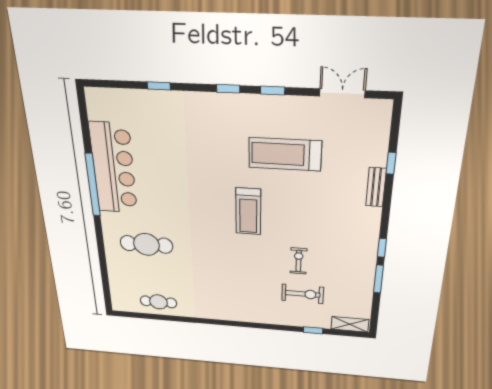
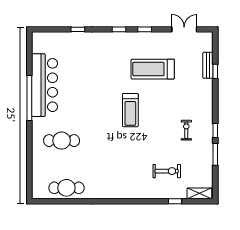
bench: (376, 187) -> (208, 65), moved
exercise bike: (299, 261) -> (186, 130), moved
cafe table: (158, 302) -> (66, 188), width x1.37, depth x1.35

